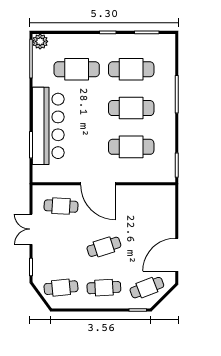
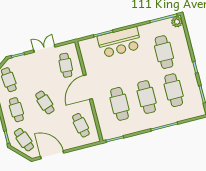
bar counter: (48, 126) -> (119, 42), width x0.73
cafe table: (147, 206) -> (81, 125), added

